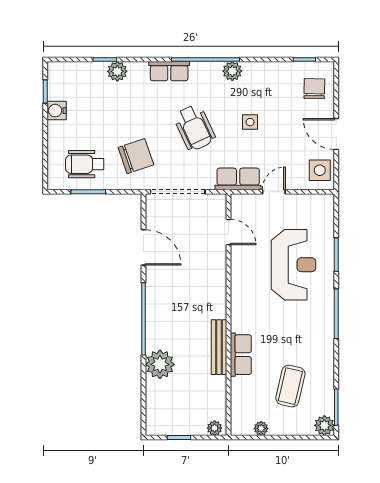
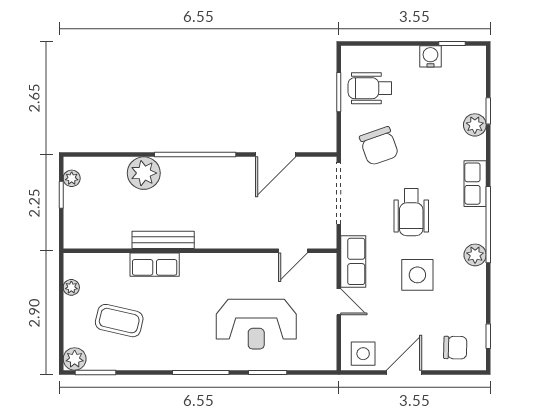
side table: (250, 122) -> (417, 275), width x1.87, depth x1.87
wheelchair: (194, 128) -> (411, 212), turned -65
wheelchair: (85, 164) -> (370, 88), turned -90
plant: (215, 428) -> (72, 178), moved

